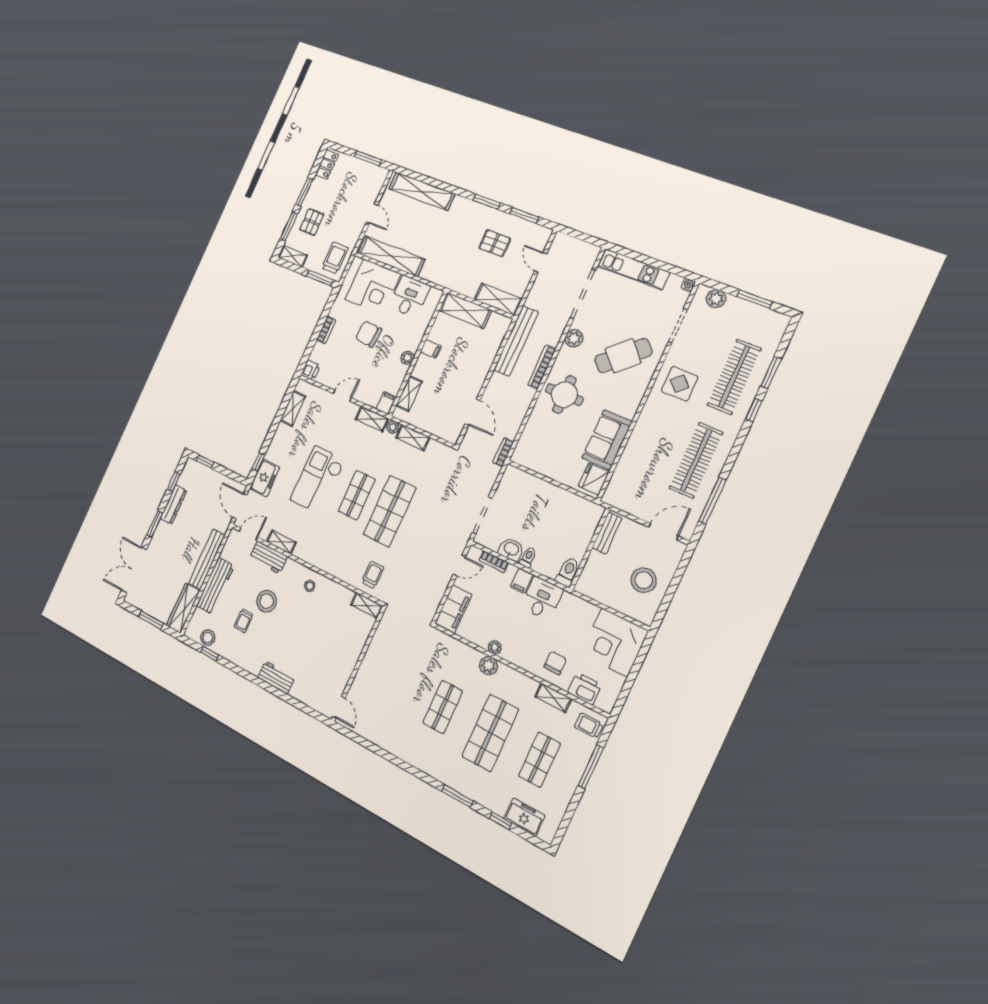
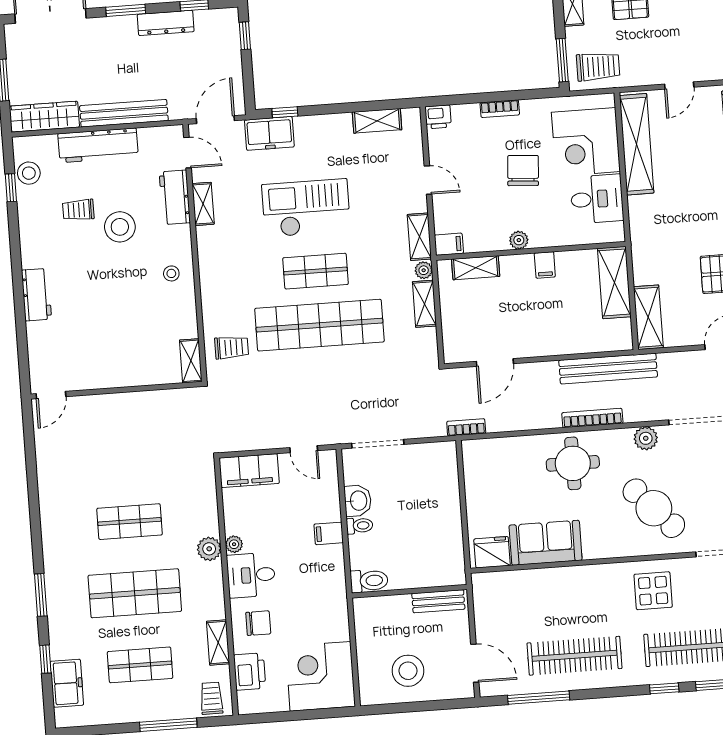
shop shelf: (390, 511) -> (319, 325), width x1.40
bookcase: (494, 562) -> (332, 488), removed
desk: (542, 598) -> (251, 575), moved, turned 180

